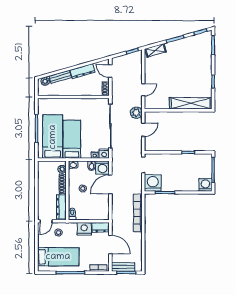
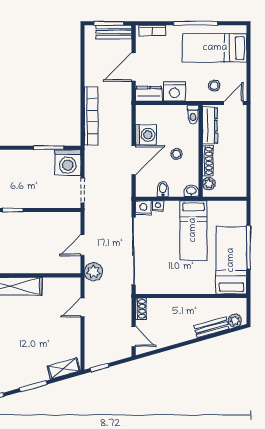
dresser: (83, 71) -> (177, 336), removed
bed: (53, 137) -> (231, 260), moved, turned 180
washing machine: (102, 168) -> (146, 135), moved, turned 90
door: (110, 244) -> (134, 67), hinge flipped

